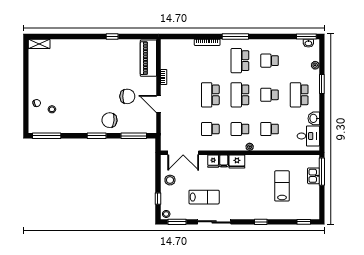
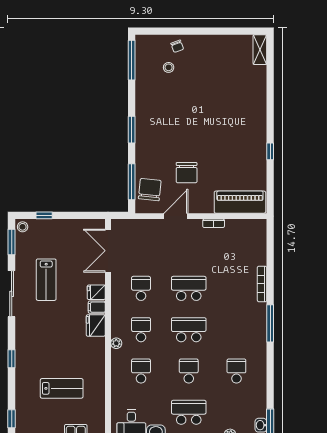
school desk: (240, 61) -> (236, 330), removed
chair: (109, 120) -> (150, 190), moved
stool: (170, 180) -> (70, 232), removed

